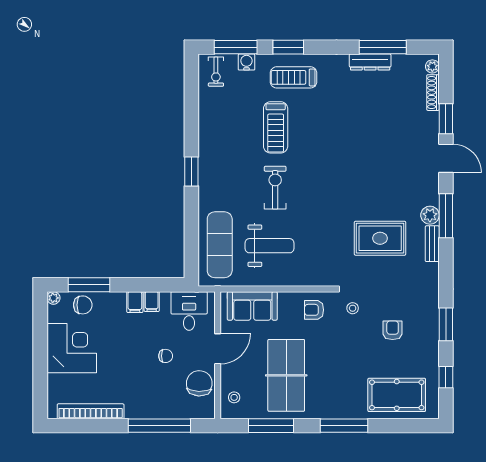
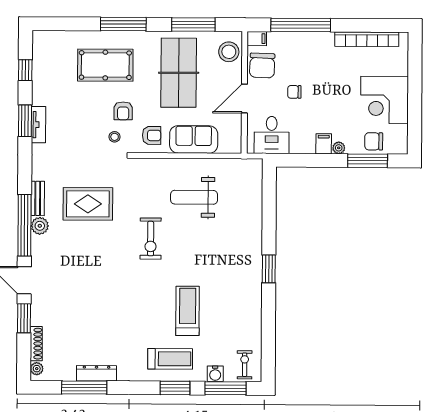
exercise bike: (275, 188) -> (151, 239), moved
window: (446, 216) -> (24, 225), width x1.46
exercise mat: (220, 245) -> (242, 198), removed
plant: (53, 298) -> (339, 148), moved
filing cabinet: (152, 302) -> (257, 39), moved, turned 90
sofa: (252, 306) -> (194, 139), moved
tv unit: (432, 321) -> (39, 125), added
armchair: (393, 330) -> (123, 111), moved
pool table: (397, 395) -> (105, 65), moved
stool: (234, 397) -> (229, 52), width x1.89, depth x1.89

